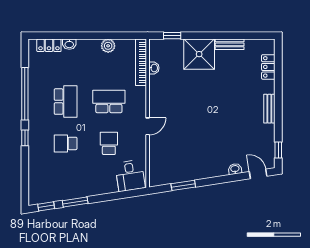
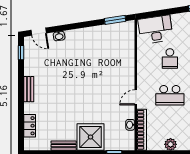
door: (148, 126) -> (136, 97), moved
desk: (130, 176) -> (156, 30), width x1.37
window: (183, 185) -> (115, 20), moved

